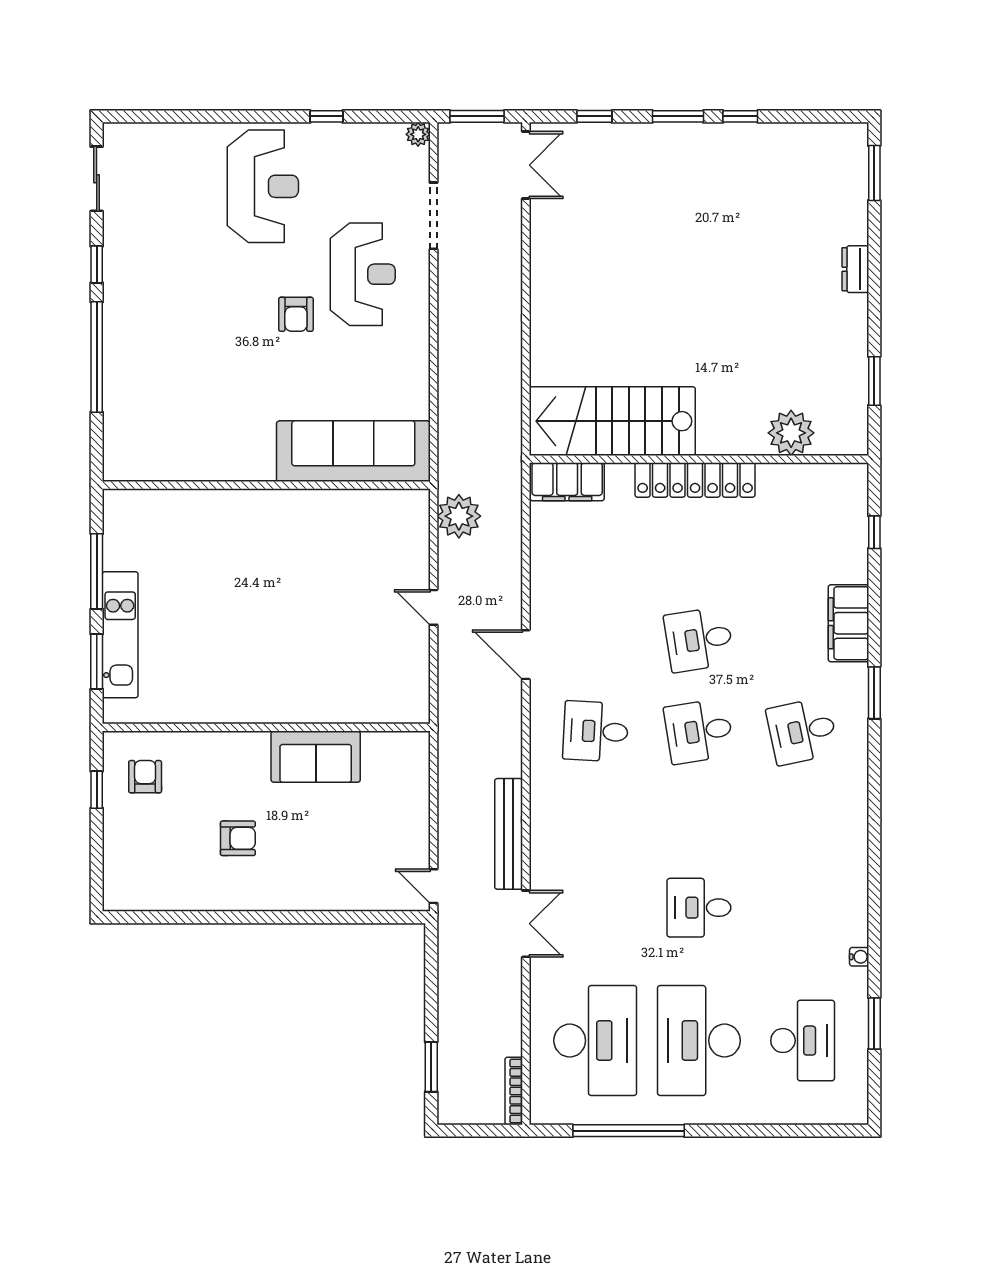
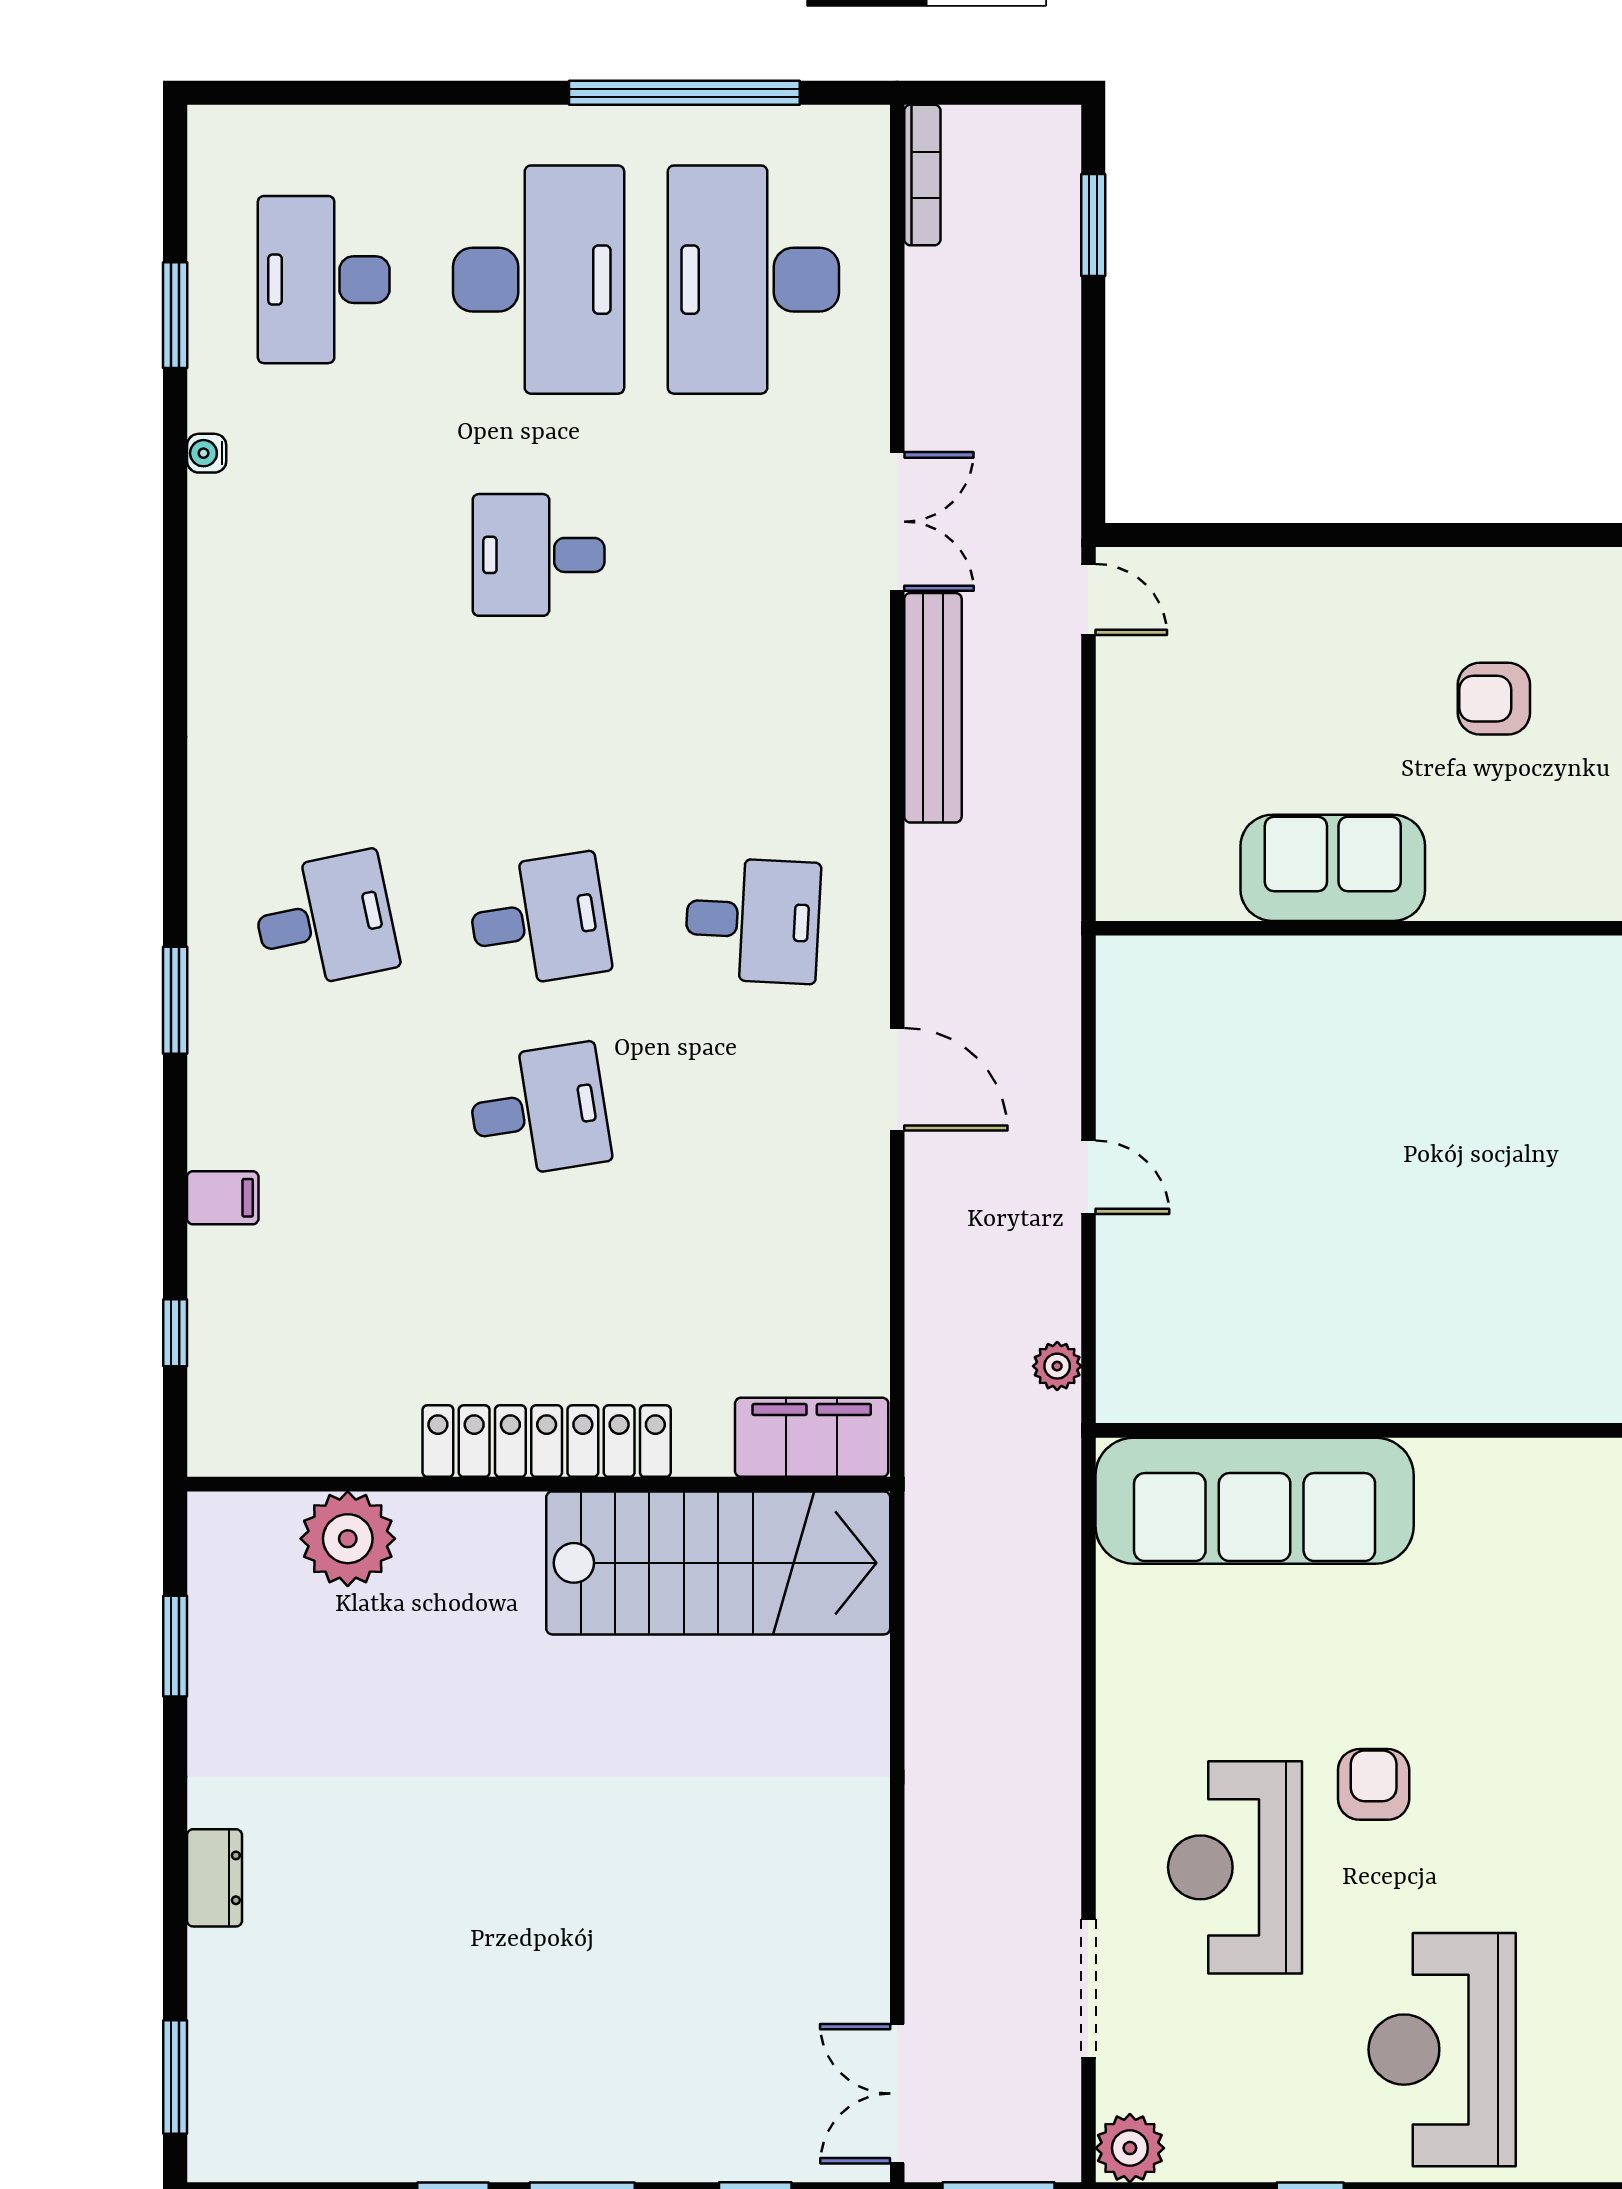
plant: (418, 134) -> (1130, 2148), width x1.38, depth x1.38
plant: (459, 516) -> (1057, 1366), width x0.53, depth x0.53
filing cabinet: (848, 623) -> (223, 1198), width x0.33, depth x0.86
desk: (699, 908) -> (539, 555), turned 180
double door: (526, 924) -> (897, 522), swing flipped

